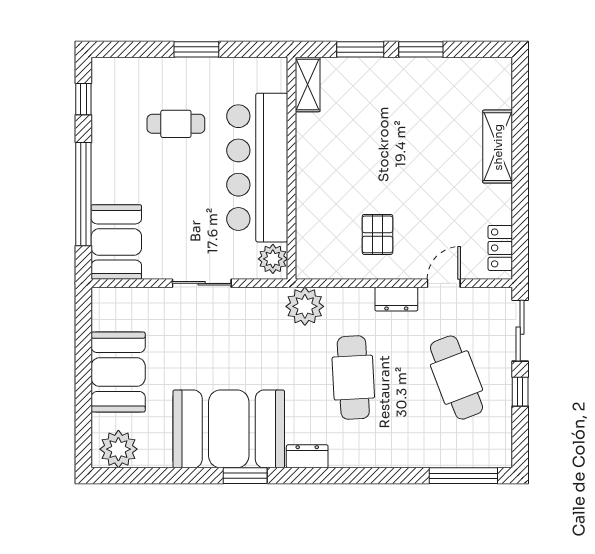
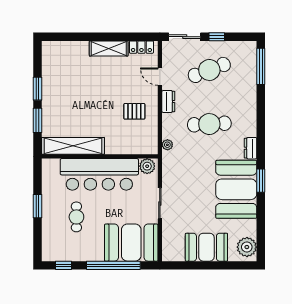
shelving: (308, 85) -> (73, 146), width x2.20, depth x1.33
shelving: (498, 147) -> (109, 48), moved
booth: (116, 242) -> (131, 243), width x1.36, depth x1.42
plant: (305, 306) -> (167, 145), width x0.53, depth x0.53

